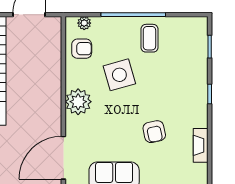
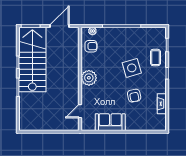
coffee table: (149, 38) -> (155, 58), moved
side table: (119, 75) -> (132, 68), moved
door: (63, 158) -> (80, 111), width x0.53

